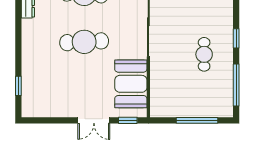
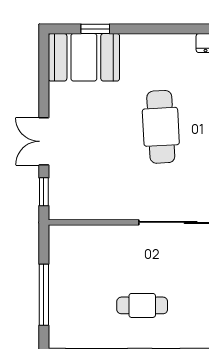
booth: (131, 84) -> (84, 57), moved

